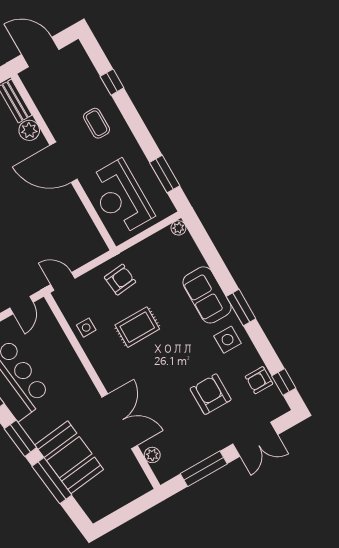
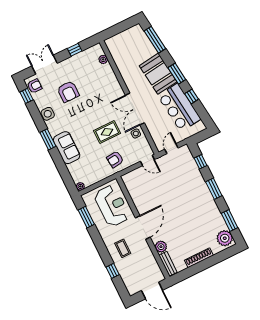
door: (63, 162) -> (143, 227), hinge flipped
side table: (228, 340) -> (48, 114), moved
armchair: (259, 380) -> (35, 86), moved
double door: (120, 421) -> (135, 109), moved
booth: (69, 457) -> (158, 74), moved
window: (204, 469) -> (75, 50), width x0.46
window: (52, 481) -> (155, 40), moved

